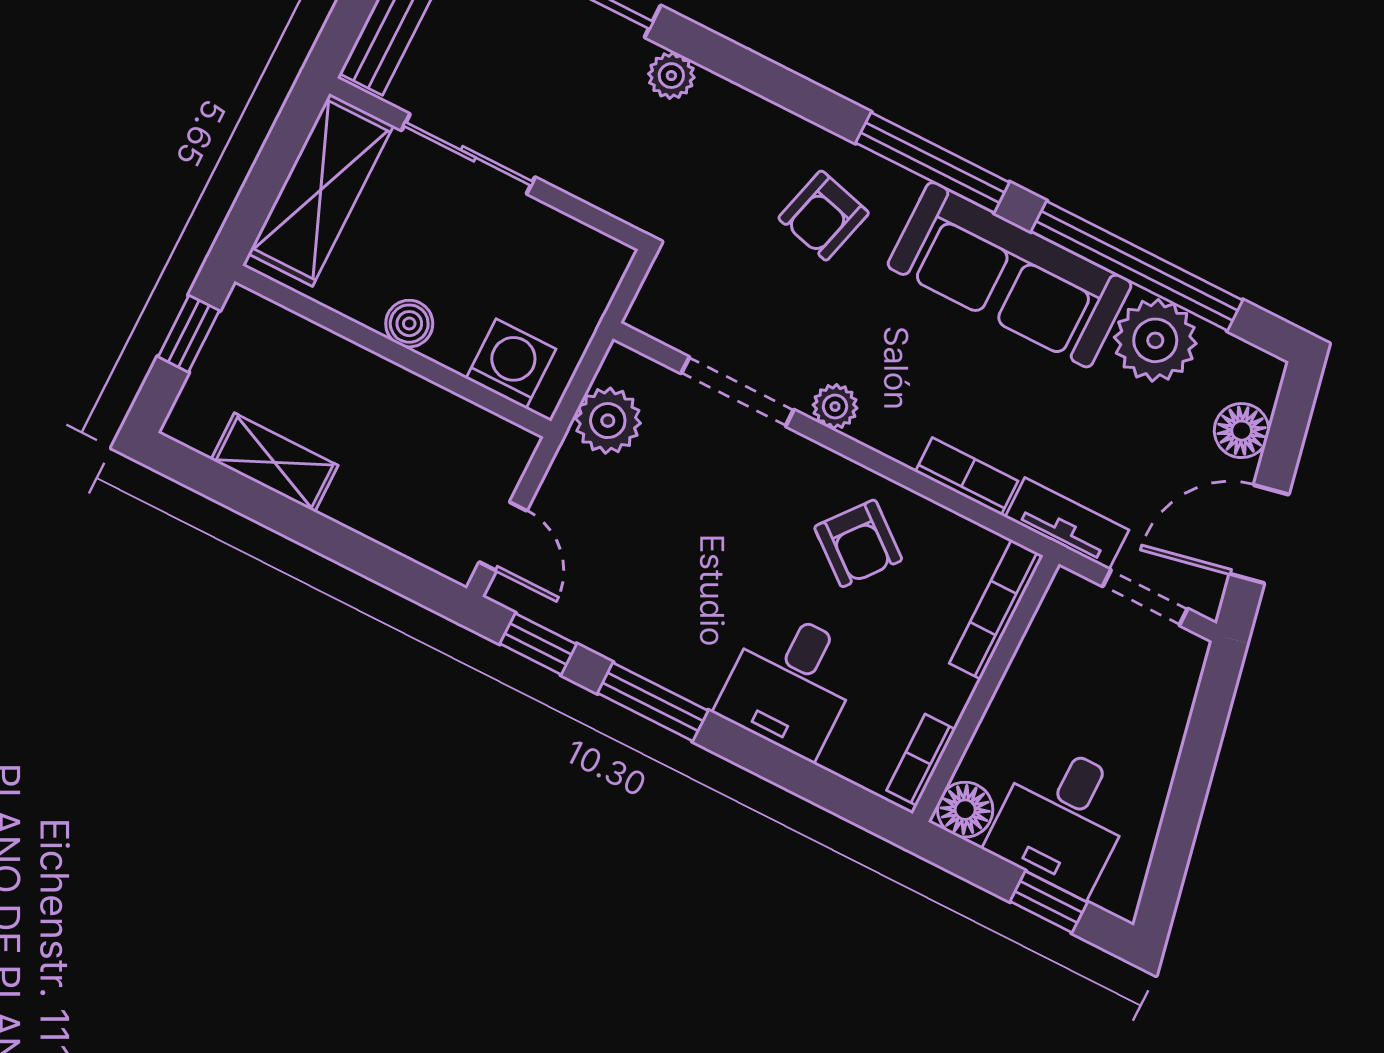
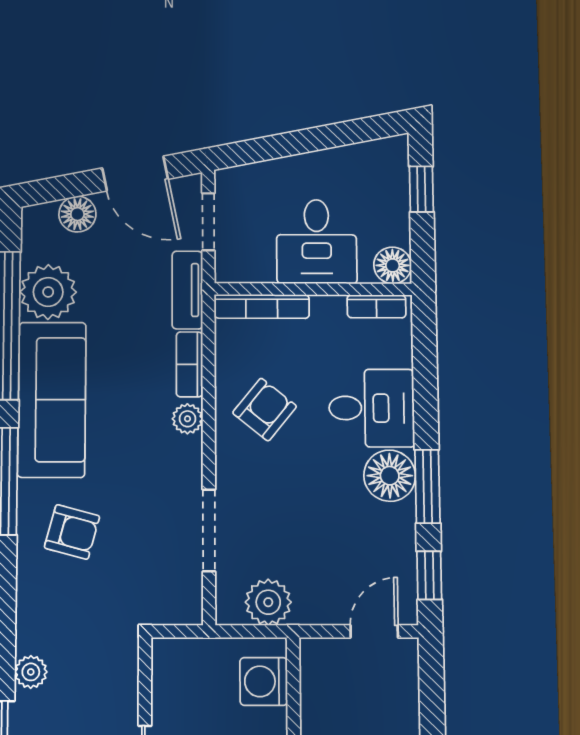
plant: (835, 407) -> (187, 419), moved
floor lamp: (691, 660) -> (390, 476), added
desk: (1062, 819) -> (317, 241), moved, turned 90

